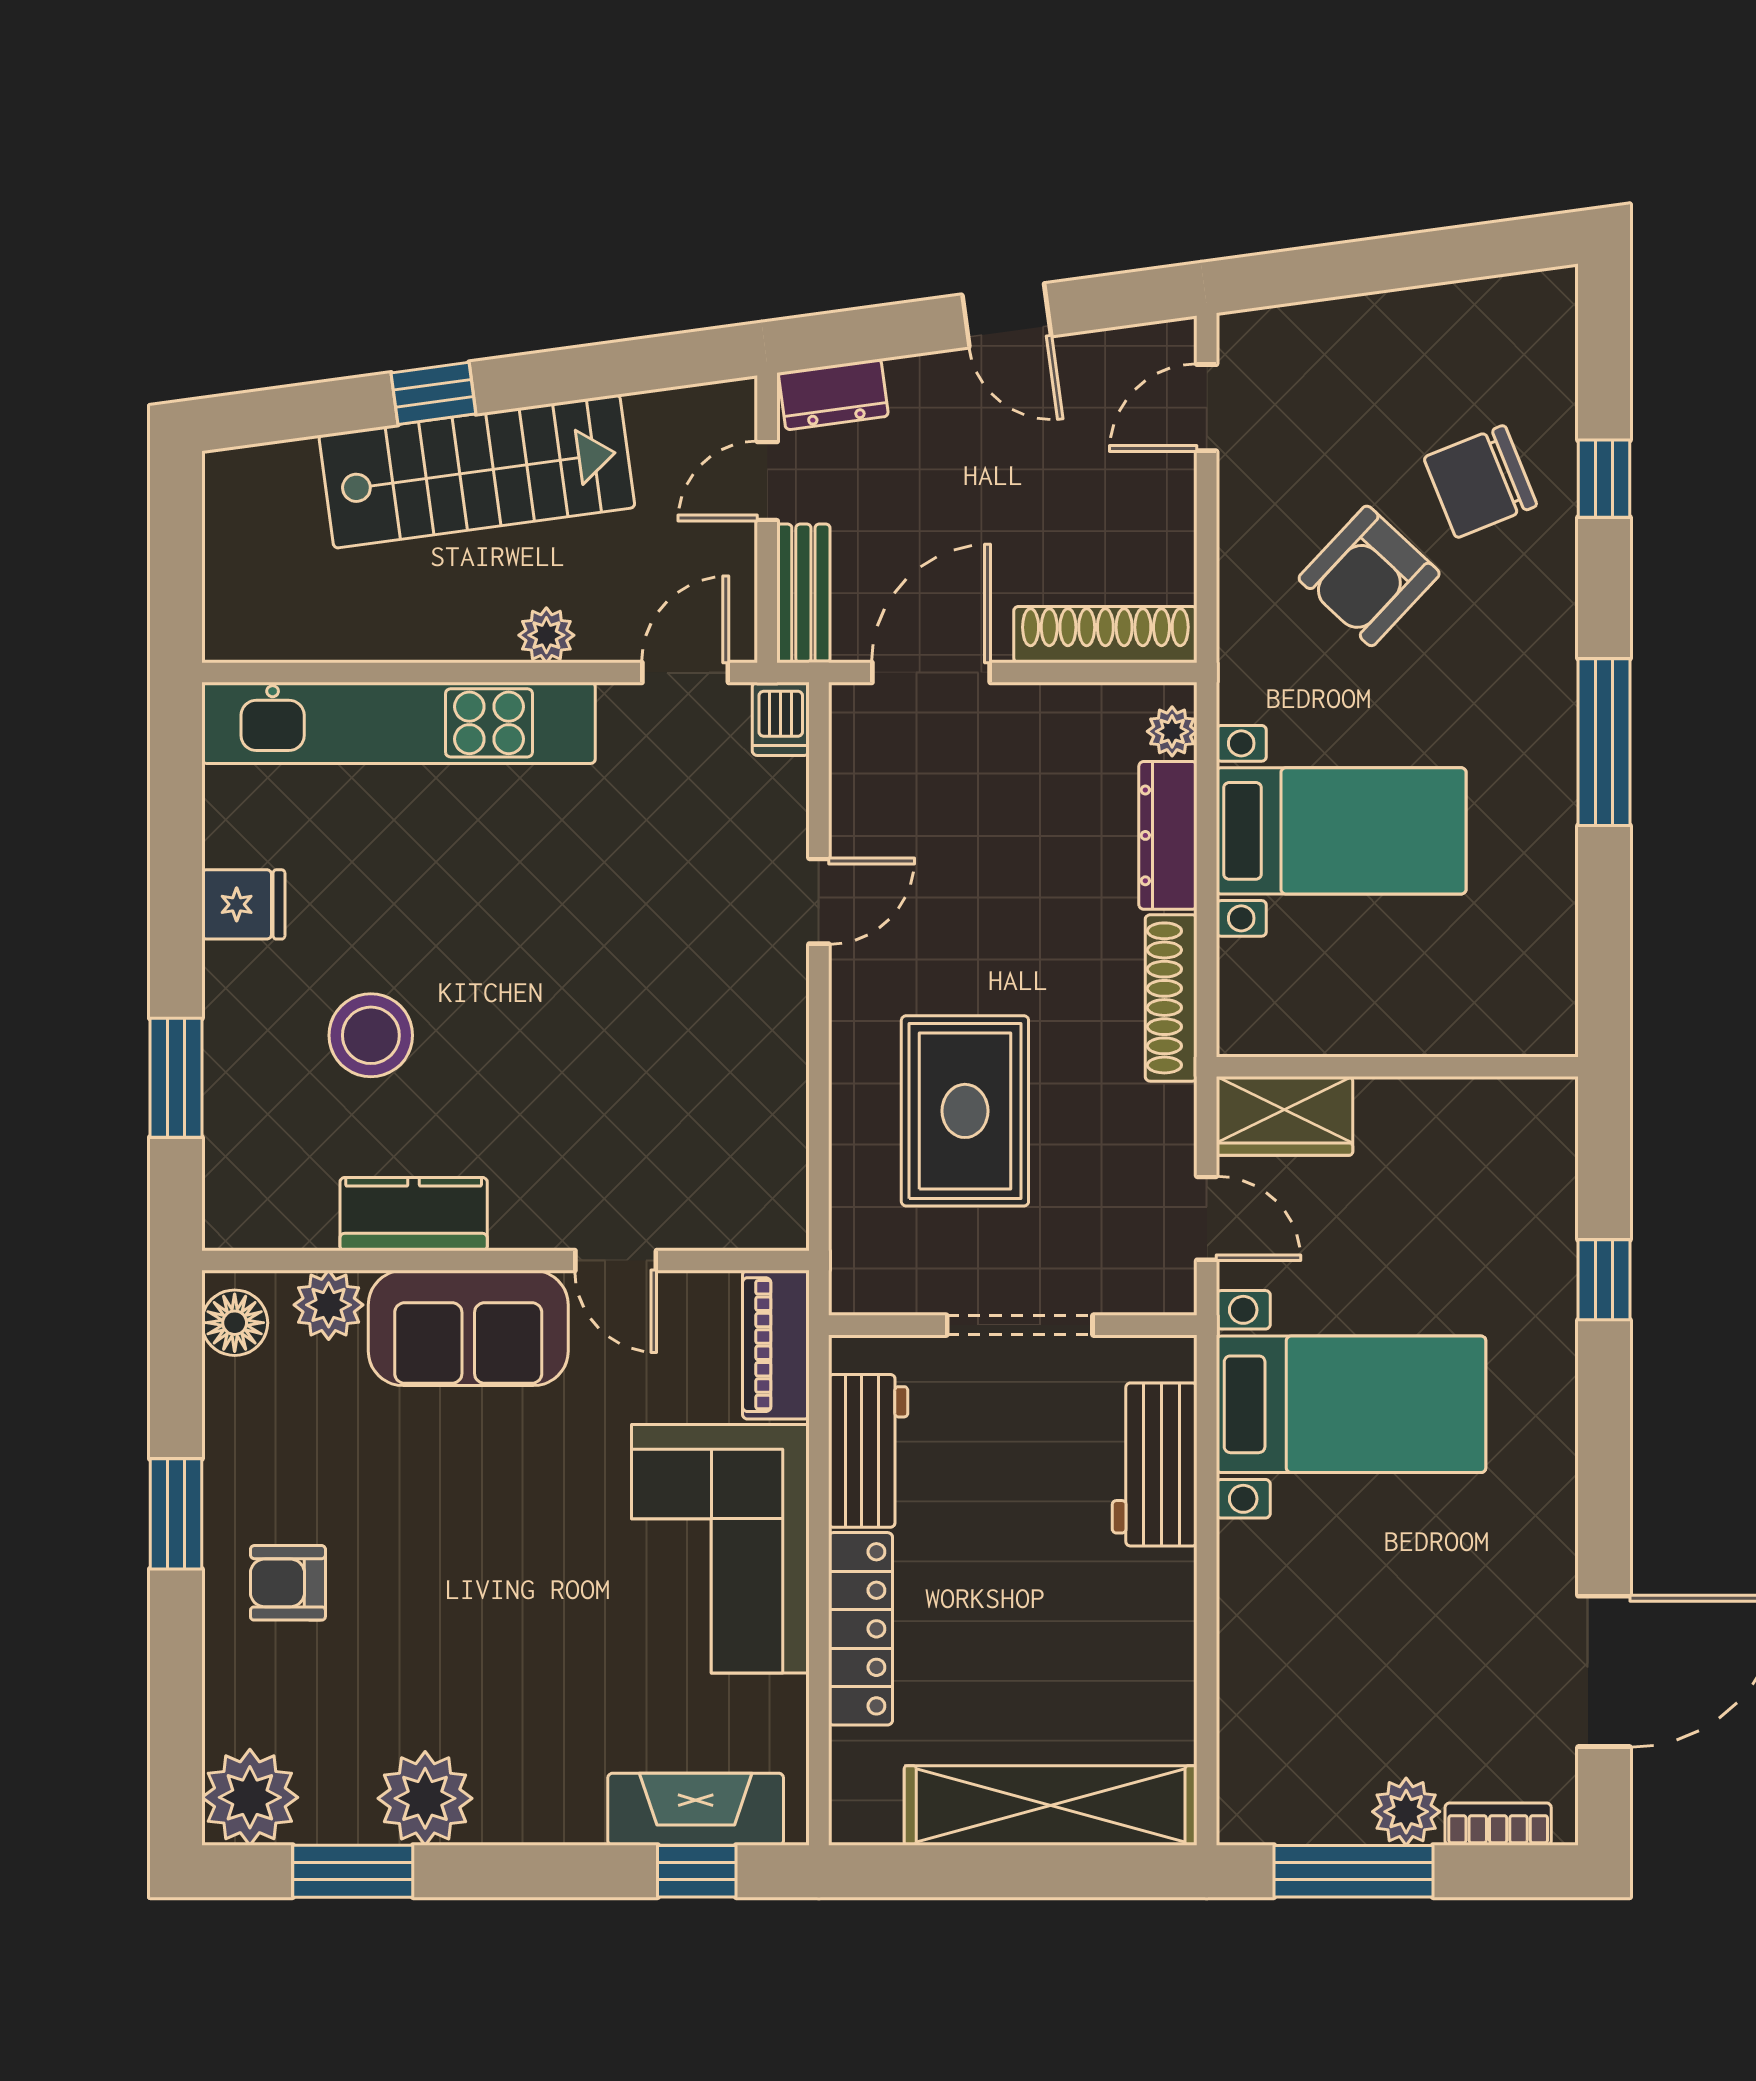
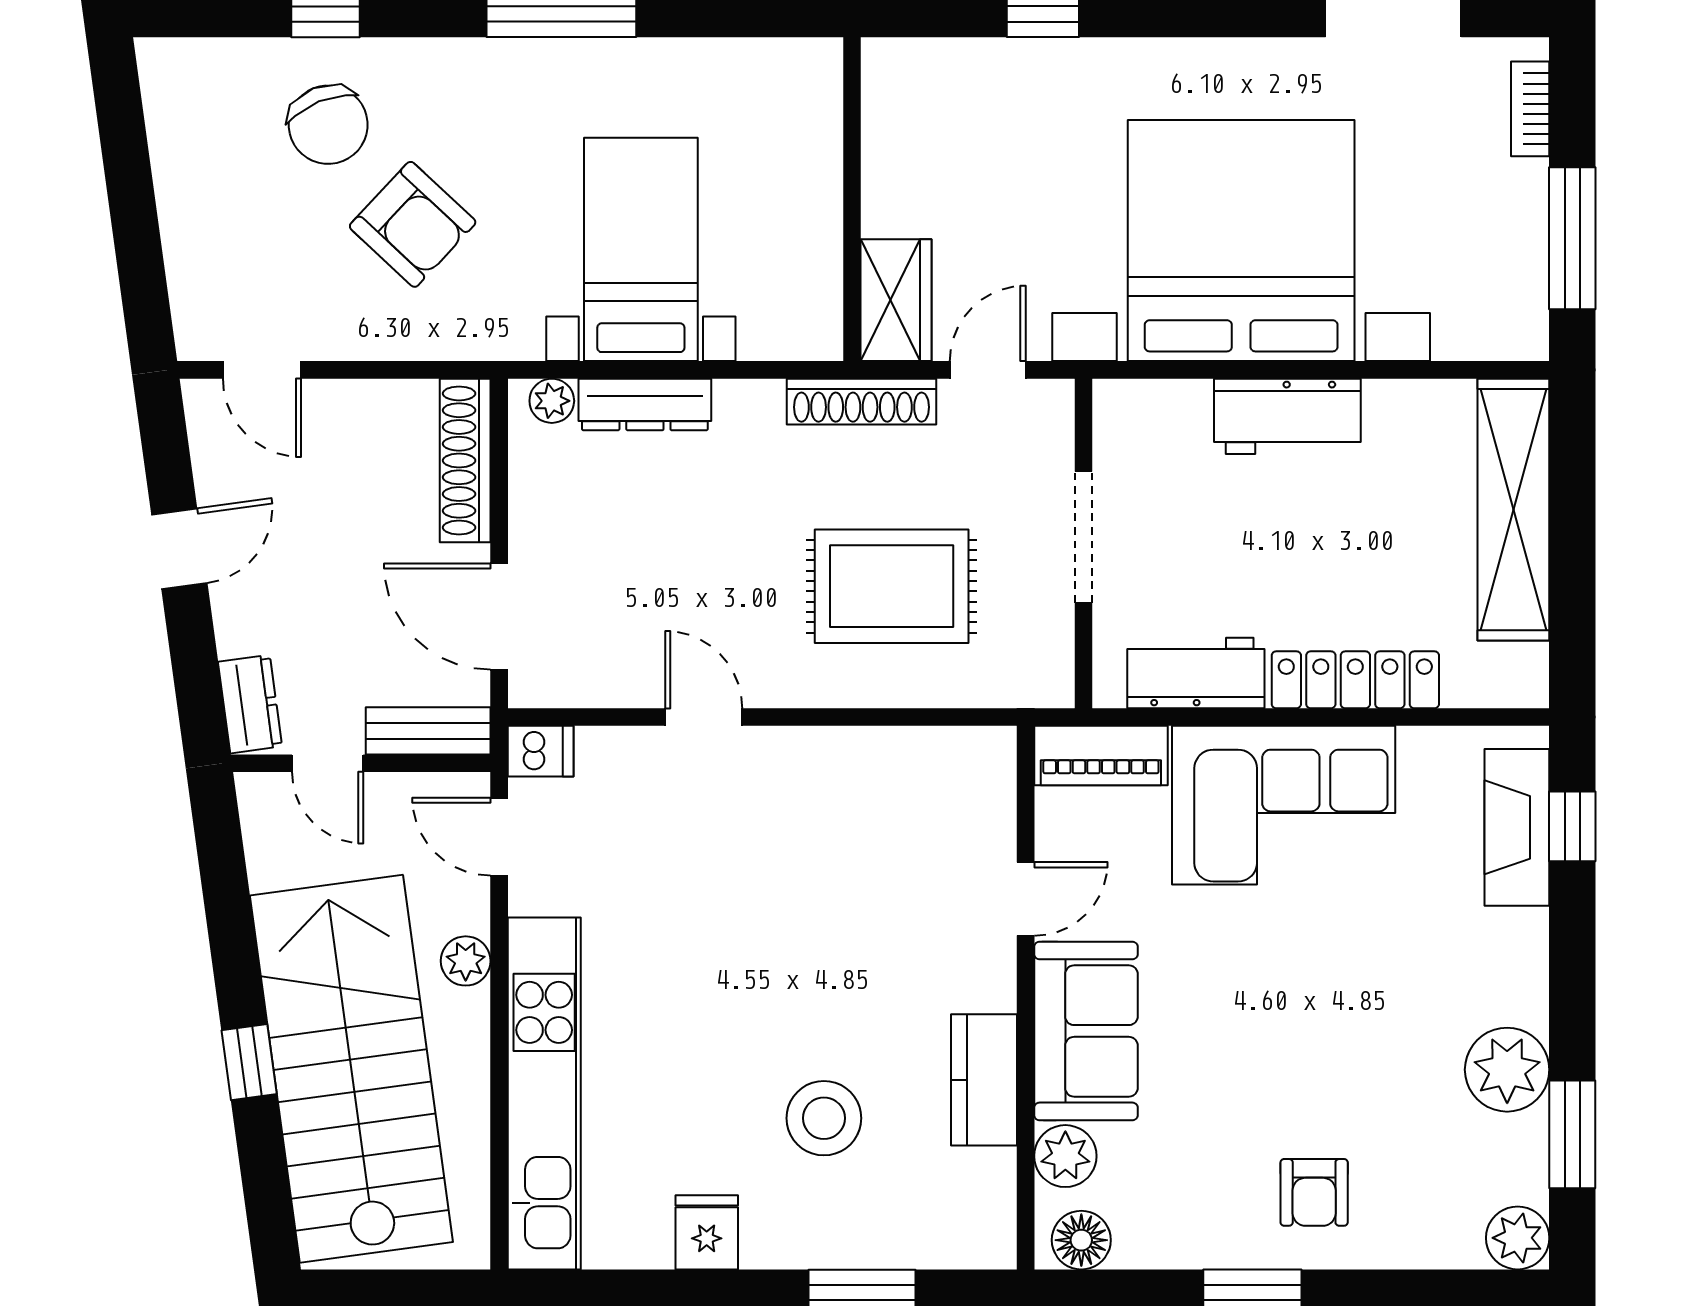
stairs: (477, 471) -> (351, 1069), width x1.36, depth x1.51
shoe rack: (1171, 998) -> (861, 402), moved
bed with nightstands: (1351, 1404) -> (1241, 241), width x1.85
workbench: (1155, 1464) -> (1287, 416), moved
plant: (250, 1797) -> (1518, 1238), width x0.73, depth x0.73
plant: (1406, 1812) -> (1519, 191), removed

